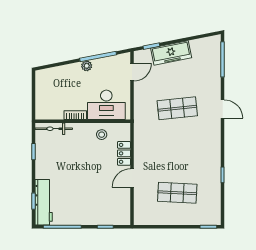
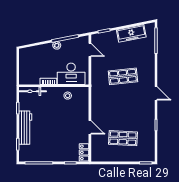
freezer: (171, 53) -> (131, 33), moved
door: (132, 72) -> (90, 50), hinge flipped
door: (223, 109) -> (156, 93), moved
locker: (124, 153) -> (84, 152), moved
door: (132, 178) -> (90, 127), swing flipped
workbench: (44, 202) -> (25, 128), moved

